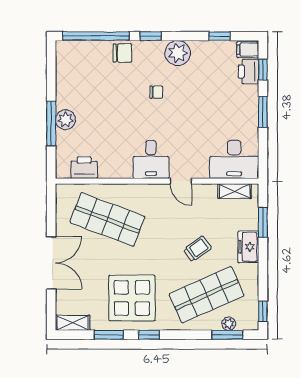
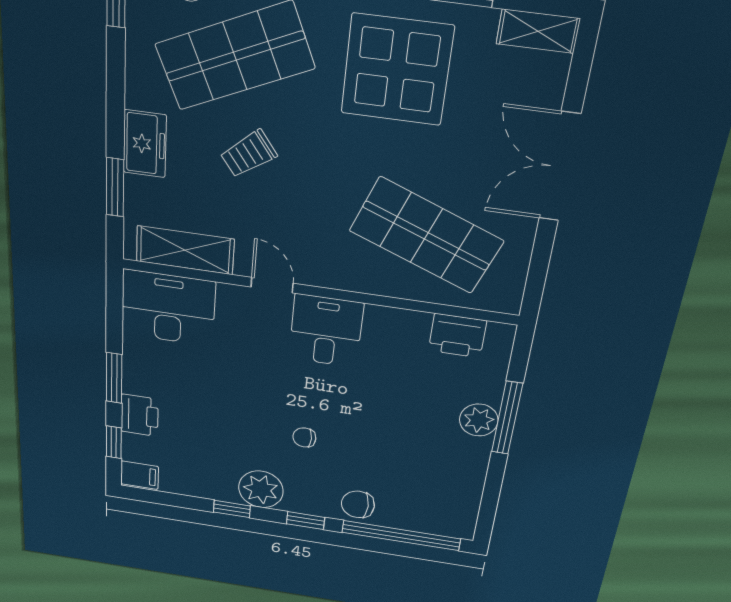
window: (219, 36) -> (232, 509), moved
printer: (248, 71) -> (140, 415), moved
shelving: (235, 191) -> (185, 250), width x1.50, depth x1.33

